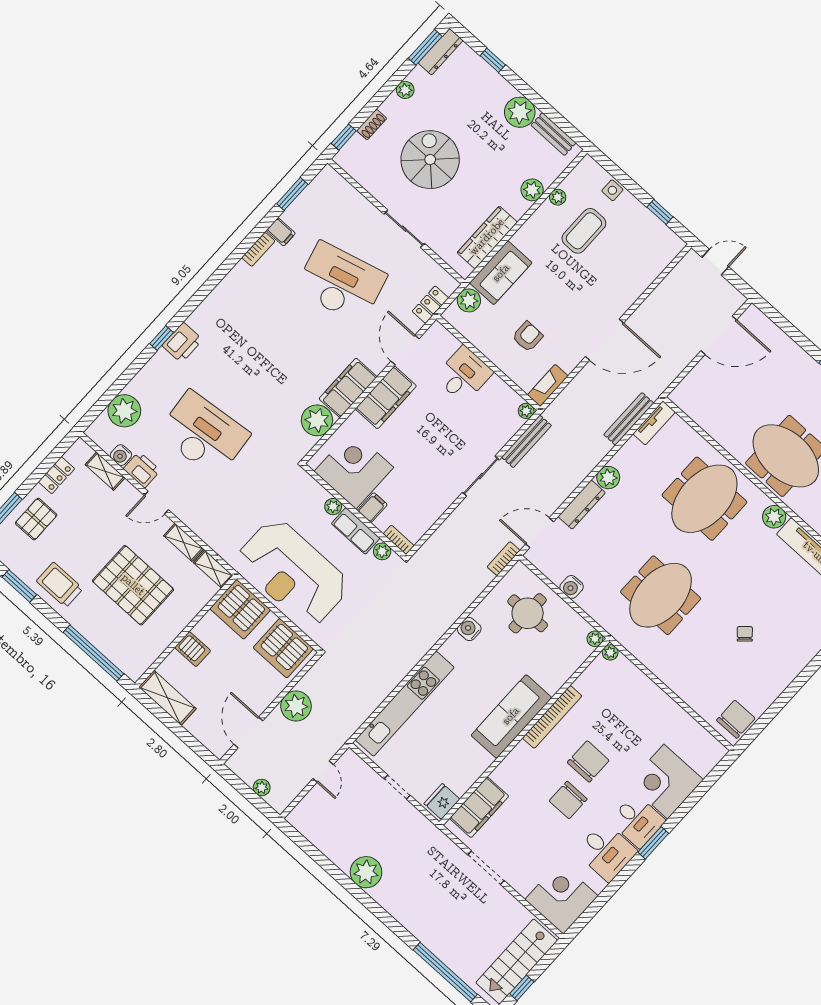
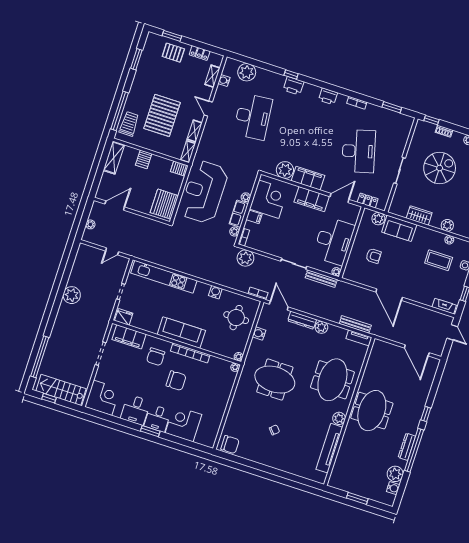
filing cabinet: (281, 232) -> (370, 110), removed
wardrobe: (487, 237) -> (419, 215), width x0.67
desk: (464, 375) -> (334, 241), width x1.87, depth x1.30
fireplace: (548, 385) -> (444, 306), moved
printer: (142, 470) -> (328, 96), moved, turned 90
meeting table: (704, 499) -> (332, 380), turned 90
trolley: (60, 585) -> (129, 124), moved
server rack: (240, 609) -> (179, 169), width x0.46, depth x0.70
plant: (296, 706) -> (245, 258), moved
chair: (568, 800) -> (156, 357), moved, turned -90

